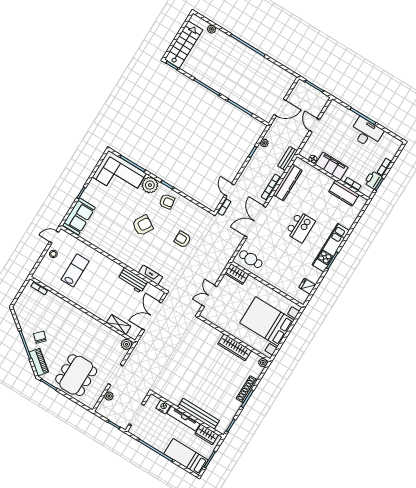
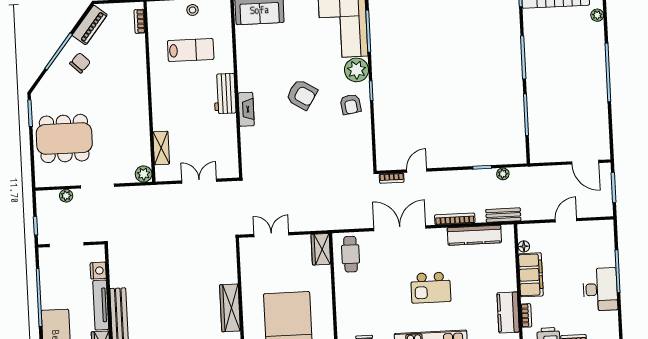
door: (280, 107) -> (585, 162), moved
armchair: (183, 239) -> (318, 155), removed
fireplace: (151, 275) -> (246, 109), moved
workbench: (133, 280) -> (225, 94), moved
double door: (152, 316) -> (199, 181), width x0.73
piano: (39, 362) -> (90, 25), moved

